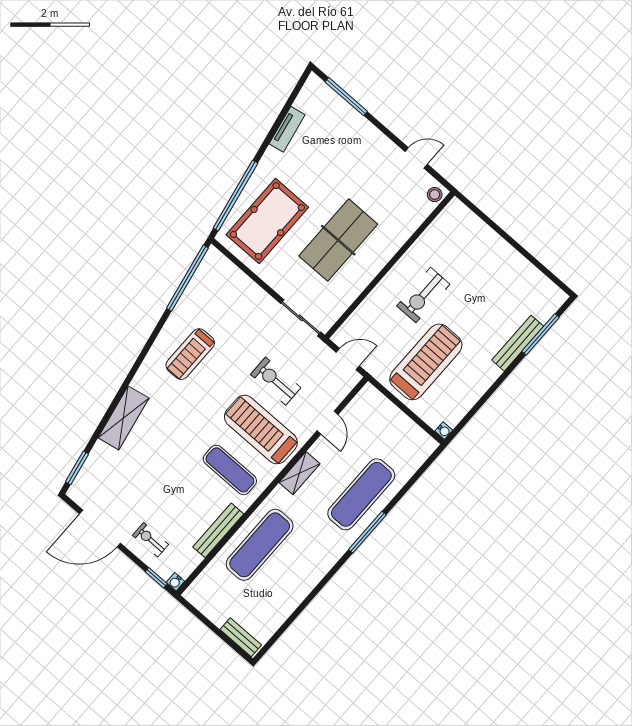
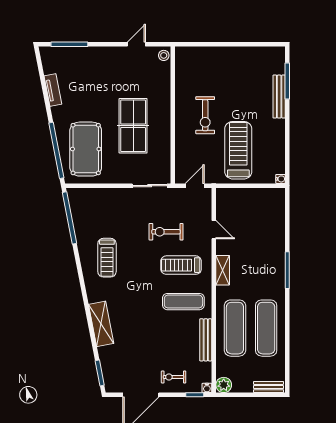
treadmill: (261, 430) -> (181, 265), width x0.73, depth x0.73
exercise mat: (361, 494) -> (266, 328), moved
plant: (196, 594) -> (224, 385), added

